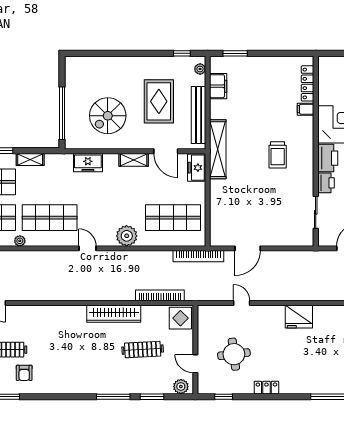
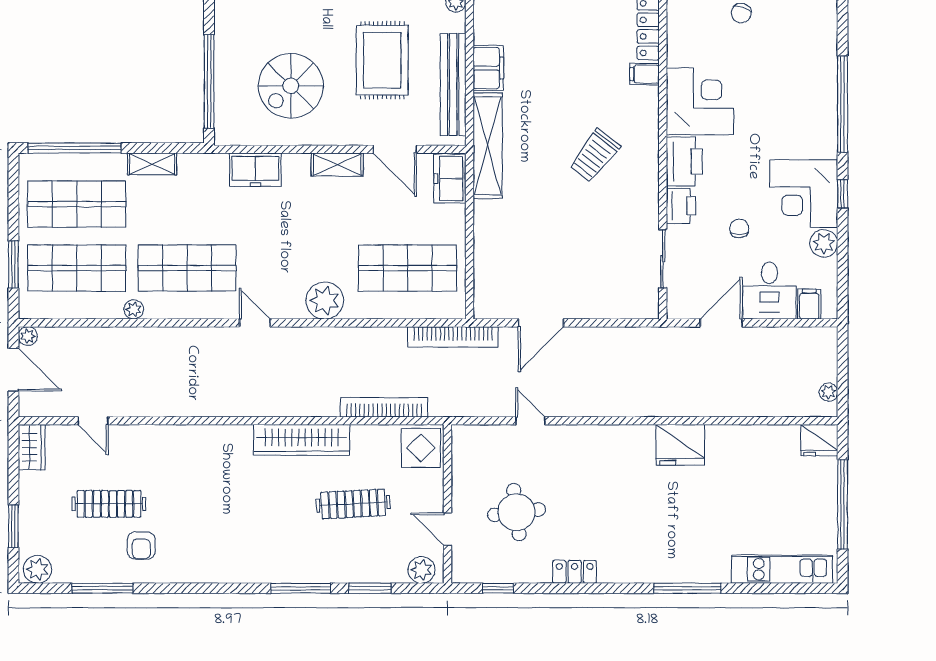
filing cabinet: (218, 86) -> (488, 68), moved
trolley: (278, 155) -> (595, 156), turned 38
fridge: (299, 317) -> (680, 445), moved

